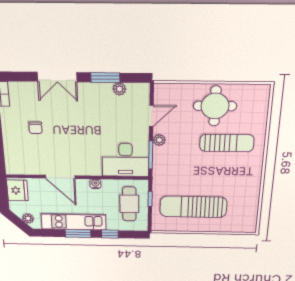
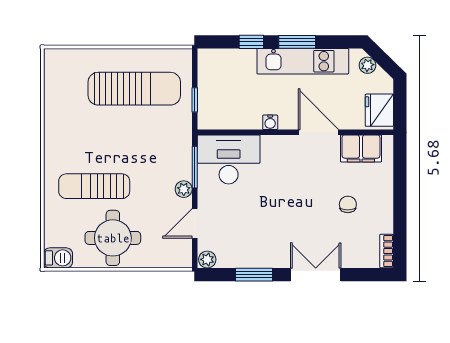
plant: (119, 89) -> (207, 259), moved
barbecue: (259, 92) -> (58, 258), added
filing cabinet: (29, 166) -> (361, 148), added
cafe table: (129, 204) -> (224, 92), removed

